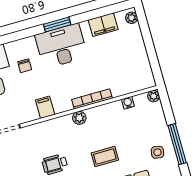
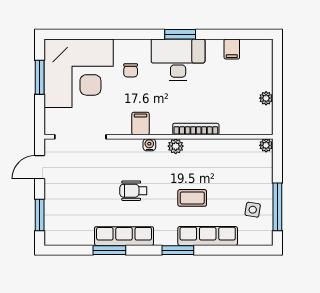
plant: (132, 18) -> (266, 98), moved
filing cabinet: (103, 25) -> (232, 49), width x0.50
water cooler: (128, 103) -> (149, 145), moved

